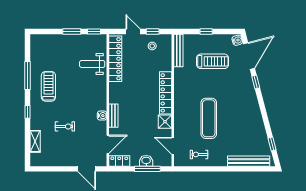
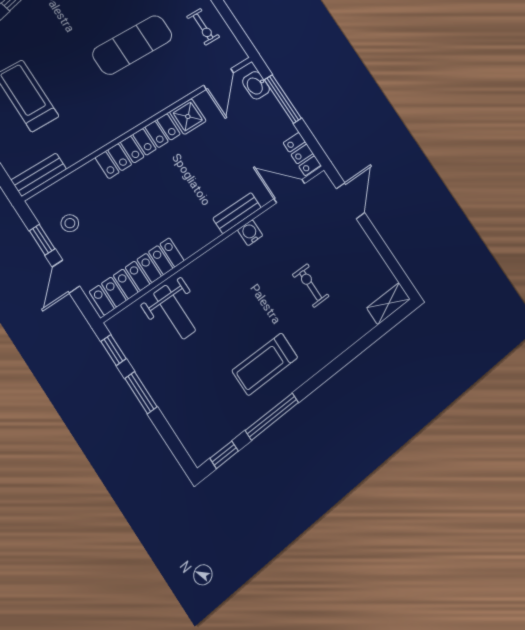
bench: (178, 51) -> (39, 175), width x0.73
window: (28, 112) -> (224, 455), moved
shelving: (35, 141) -> (389, 303), moved
washbasin: (146, 161) -> (256, 85), moved

